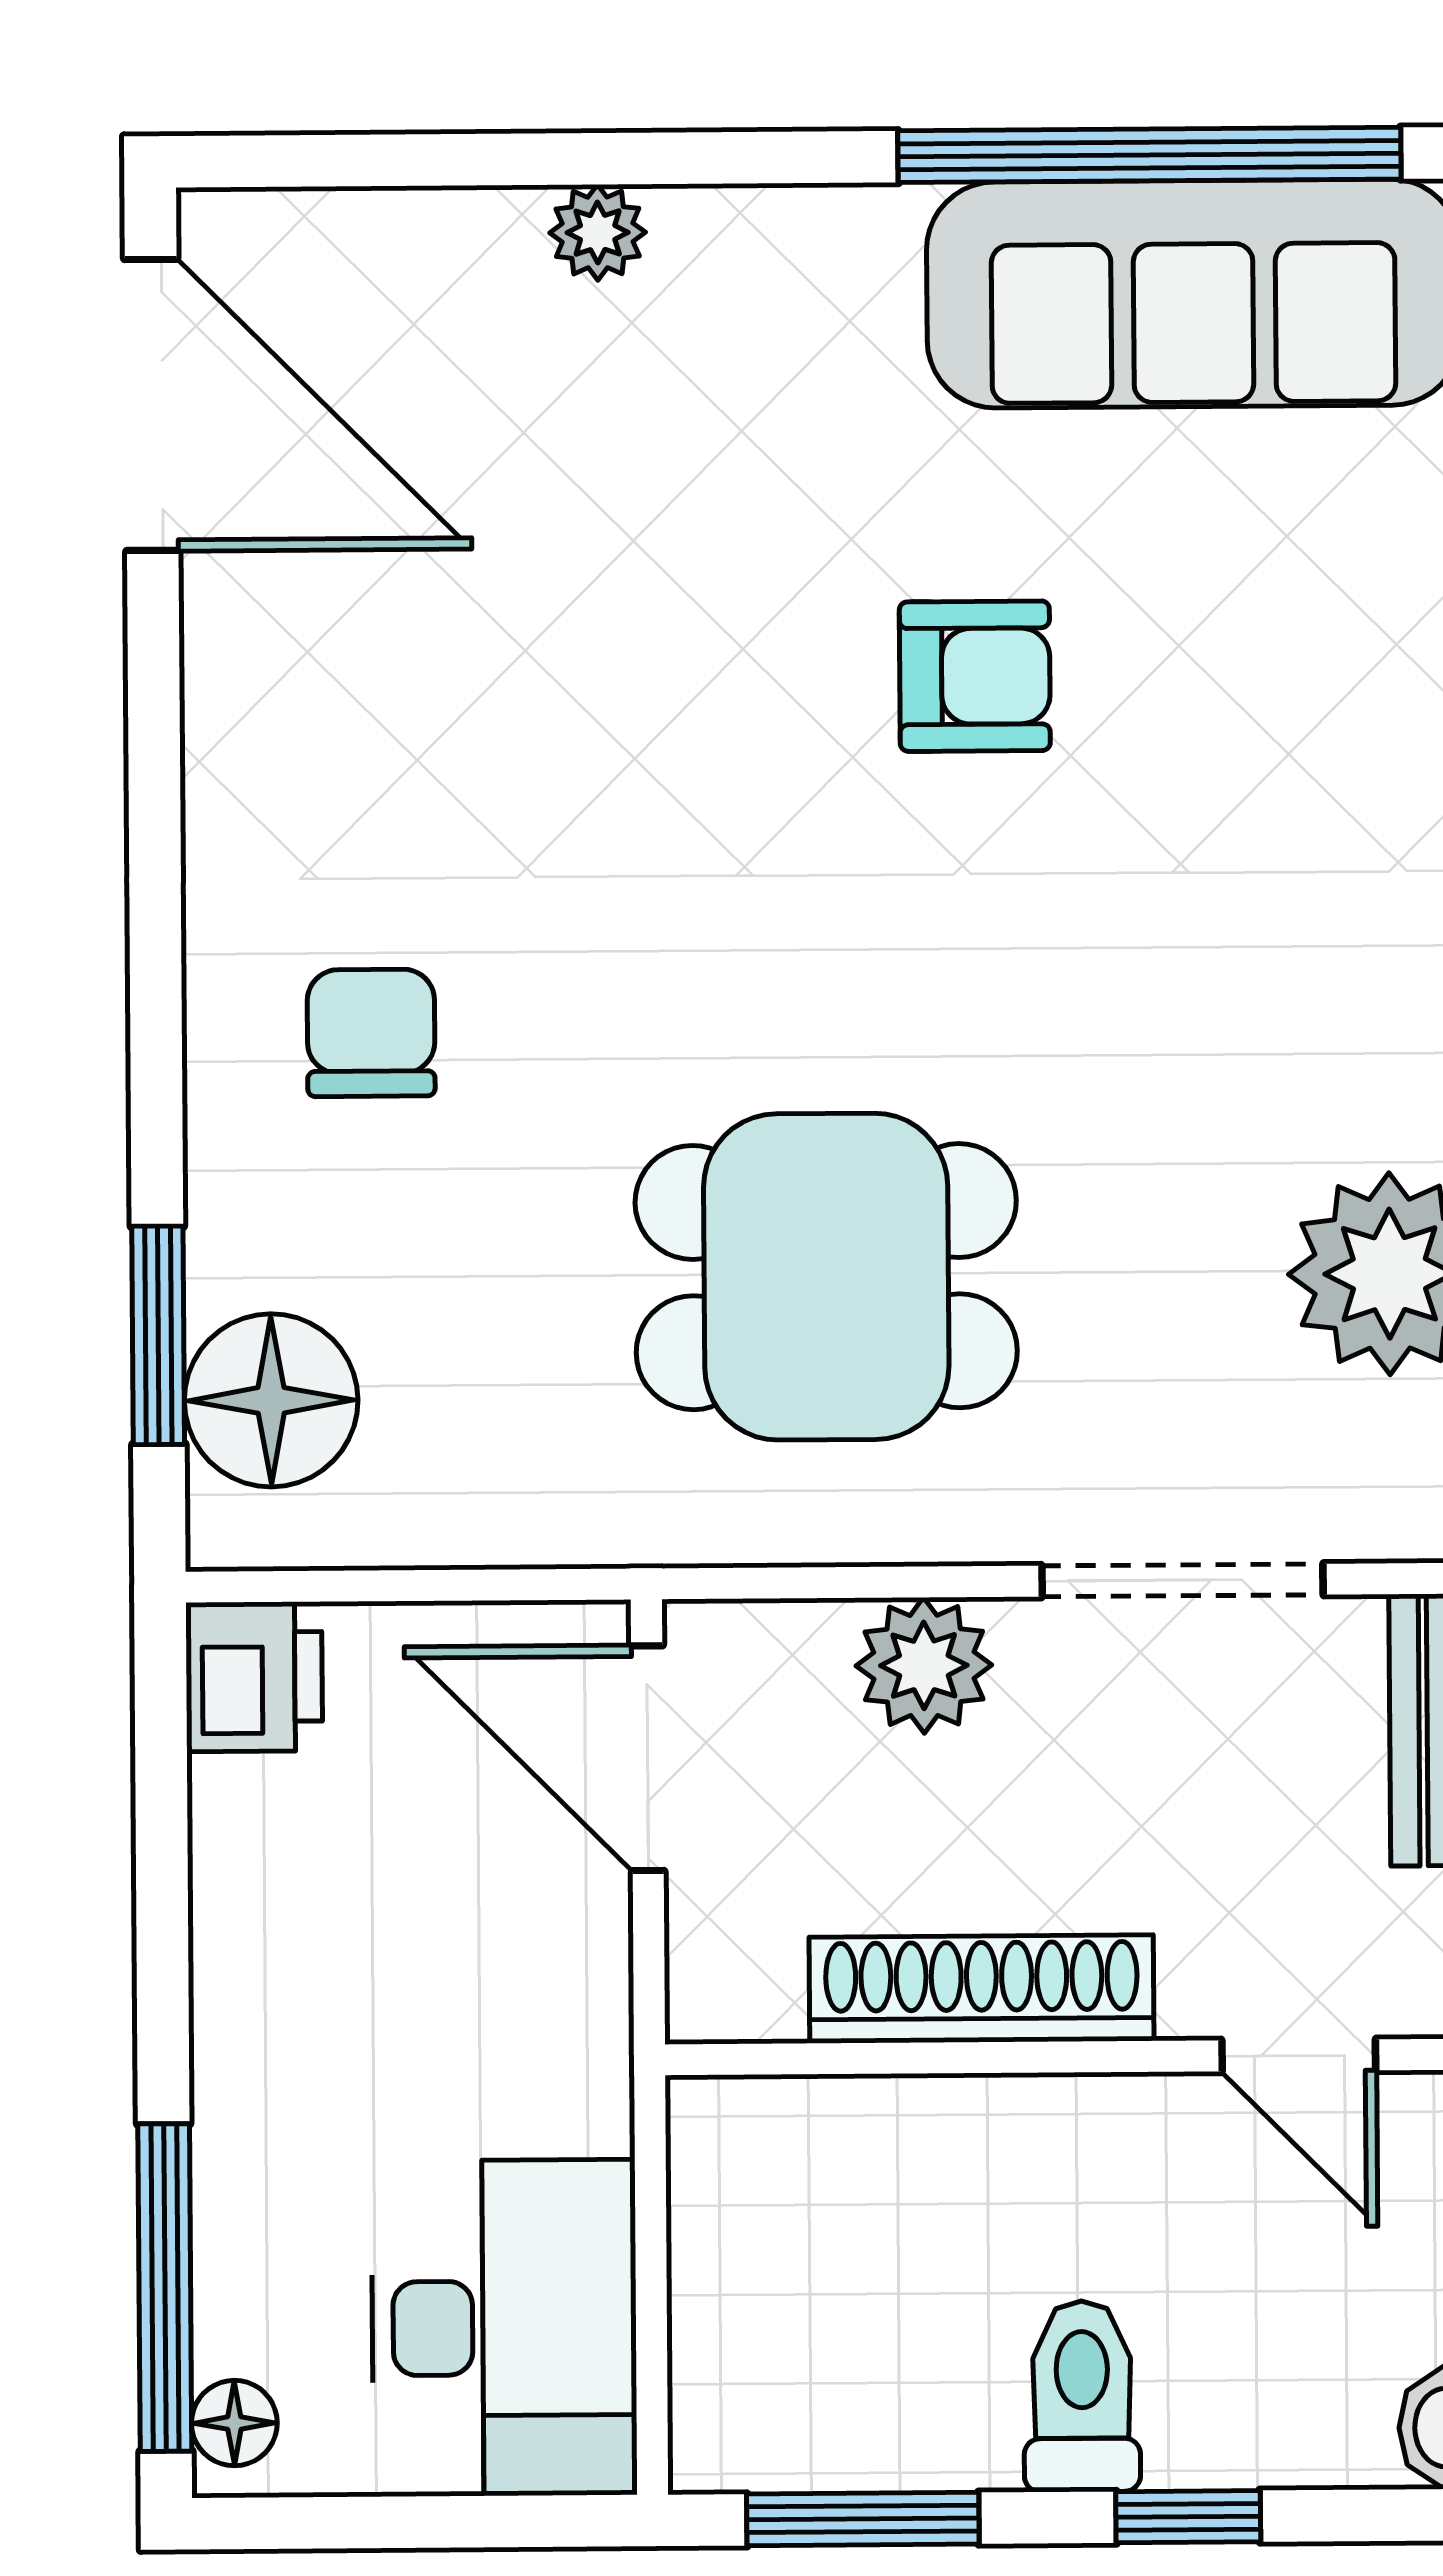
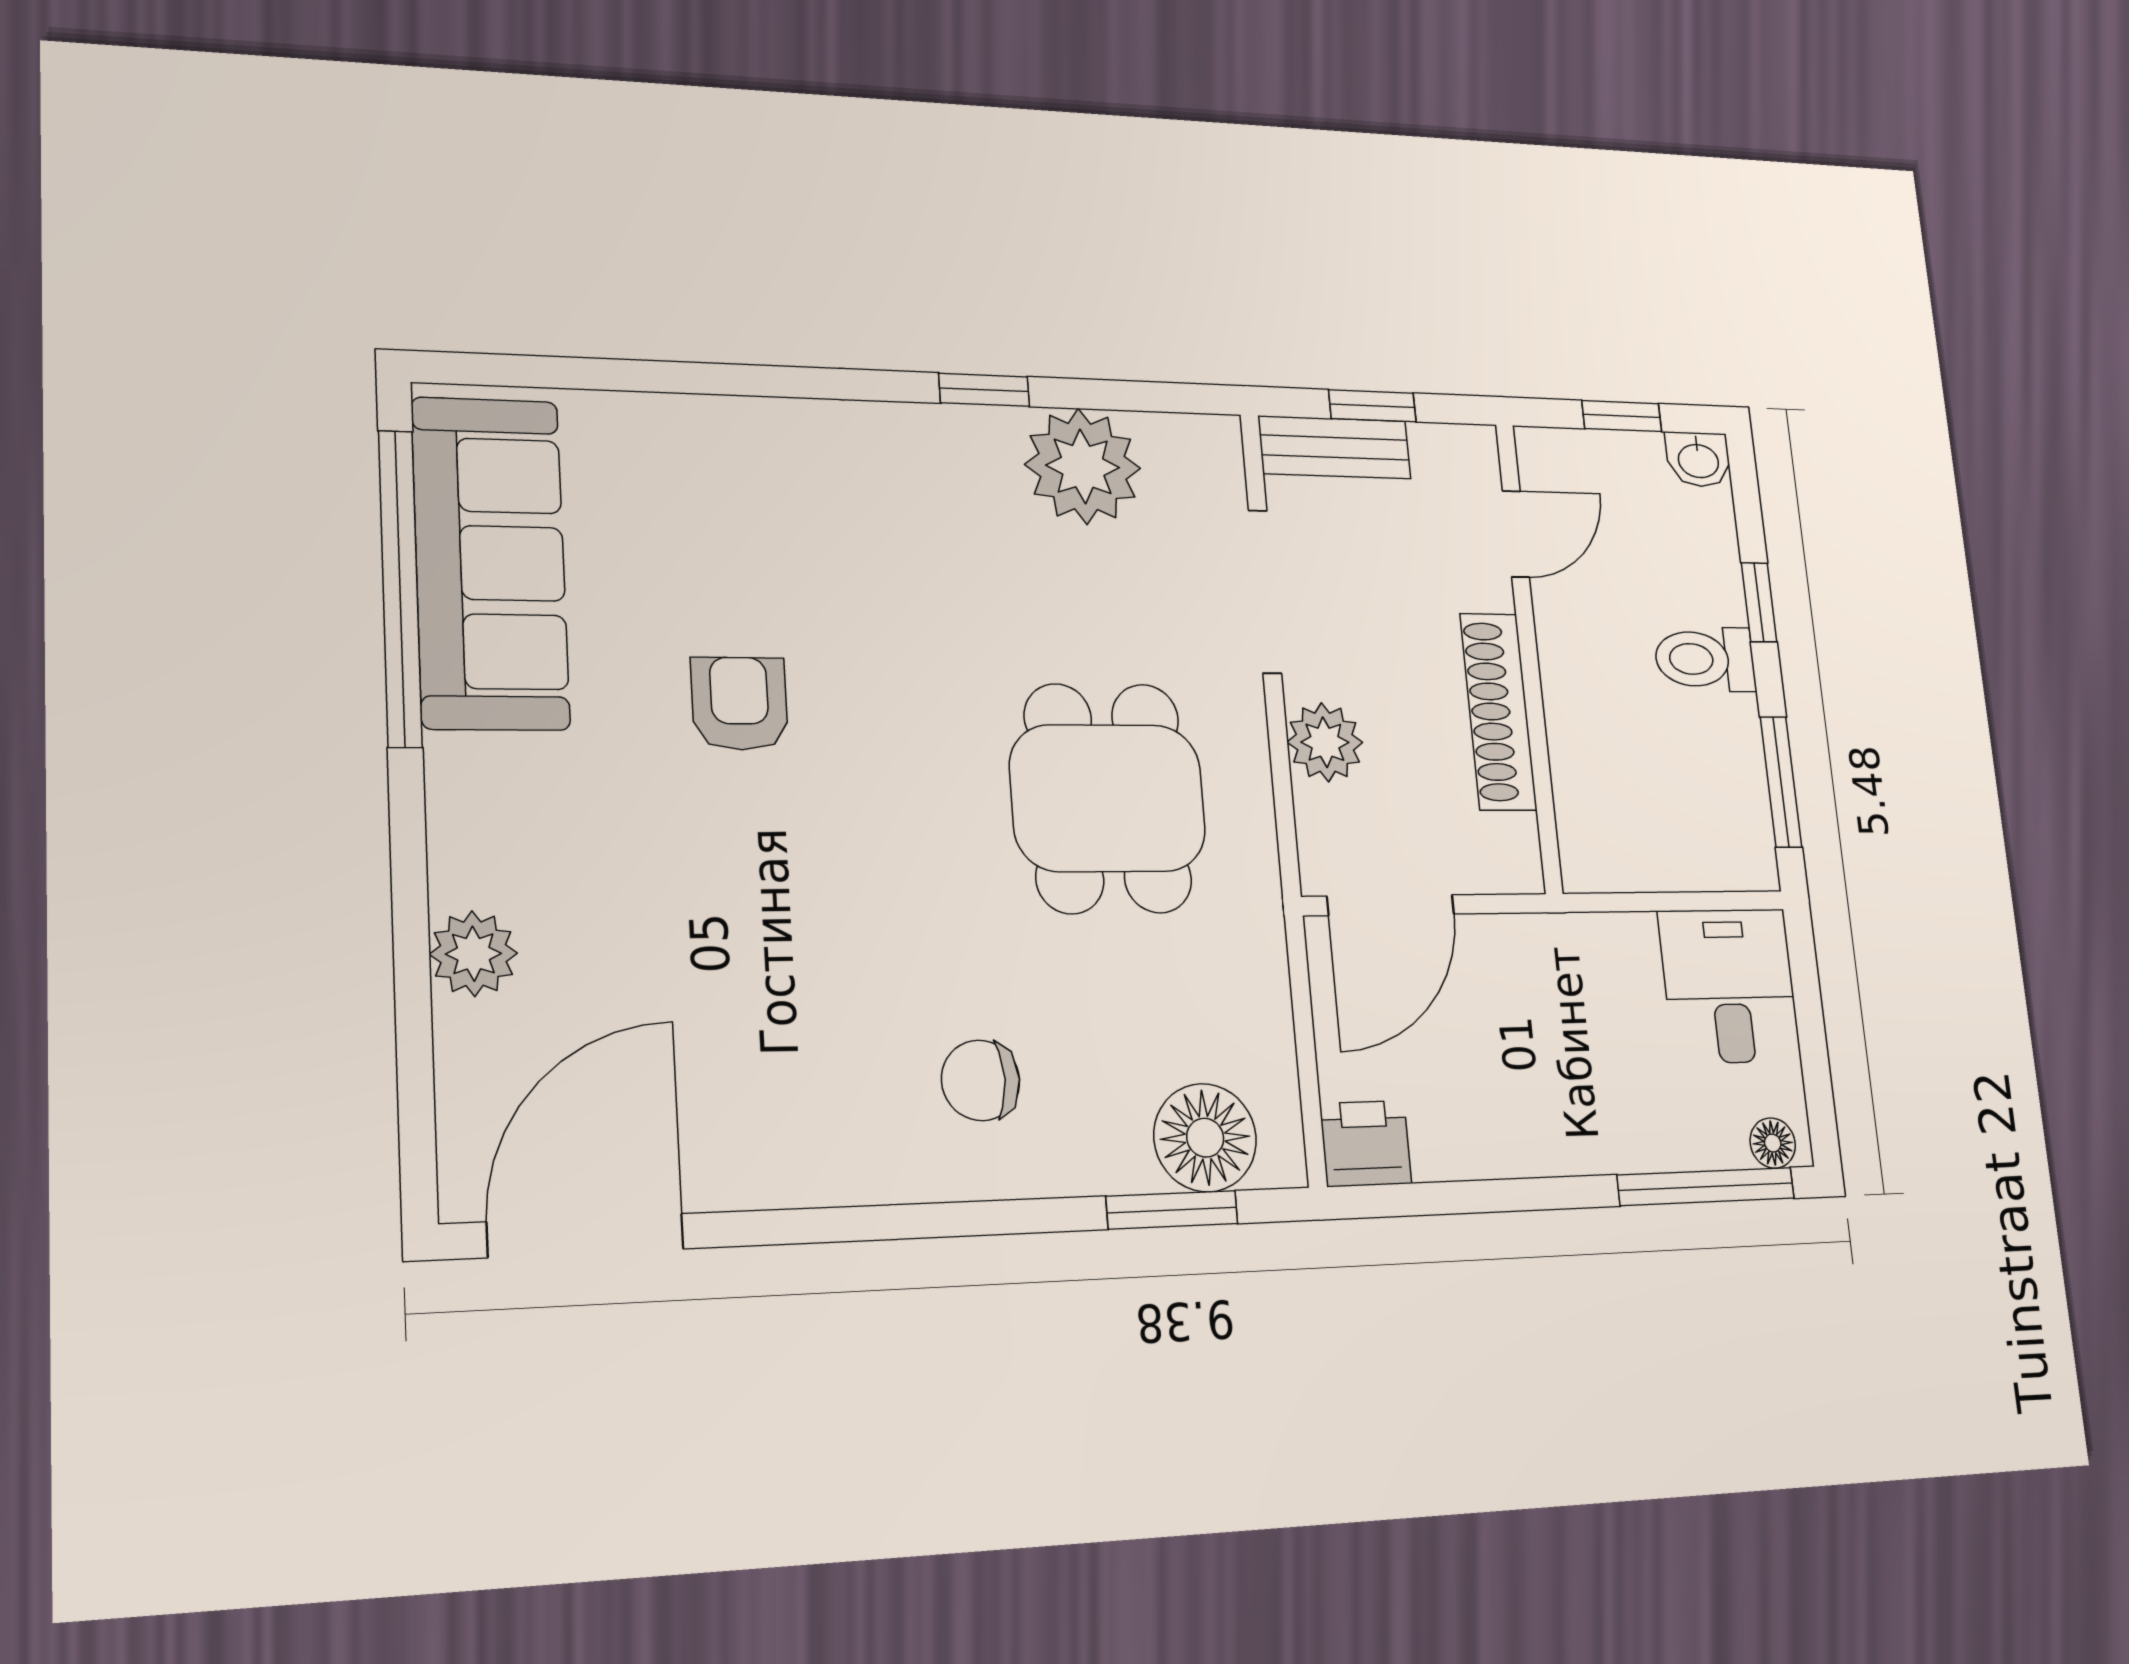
plant: (598, 232) -> (473, 954), width x1.38, depth x1.38
desk: (504, 2328) -> (1729, 986), width x0.73

